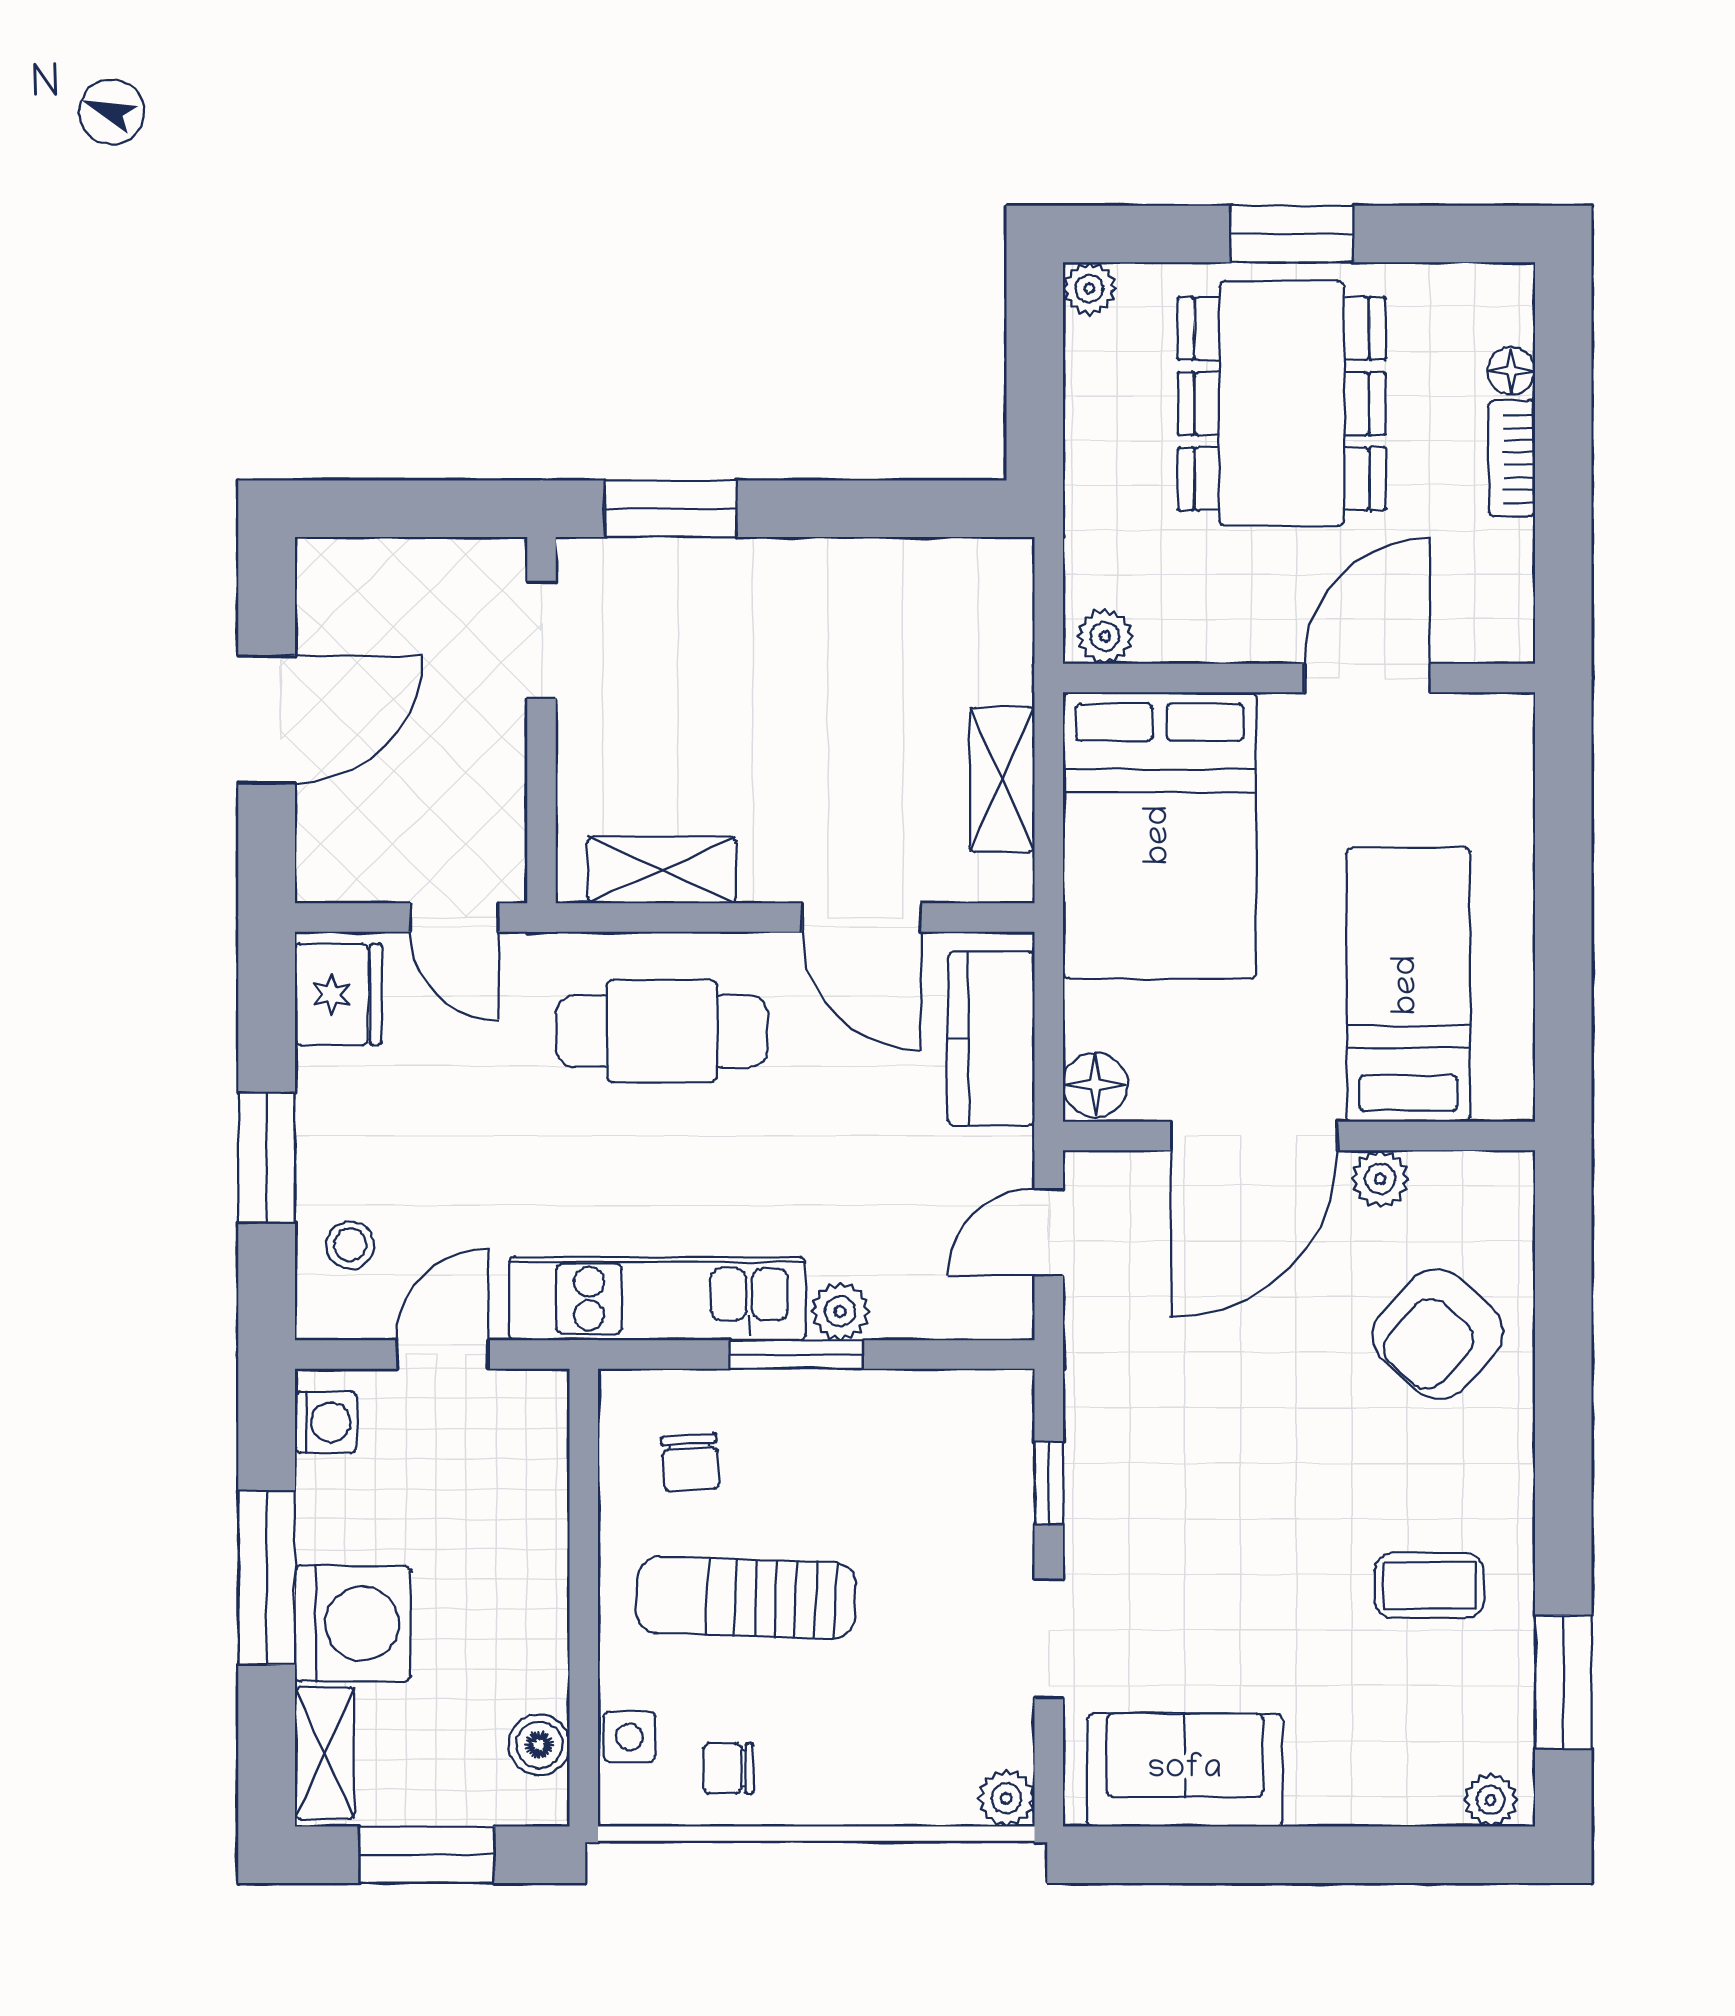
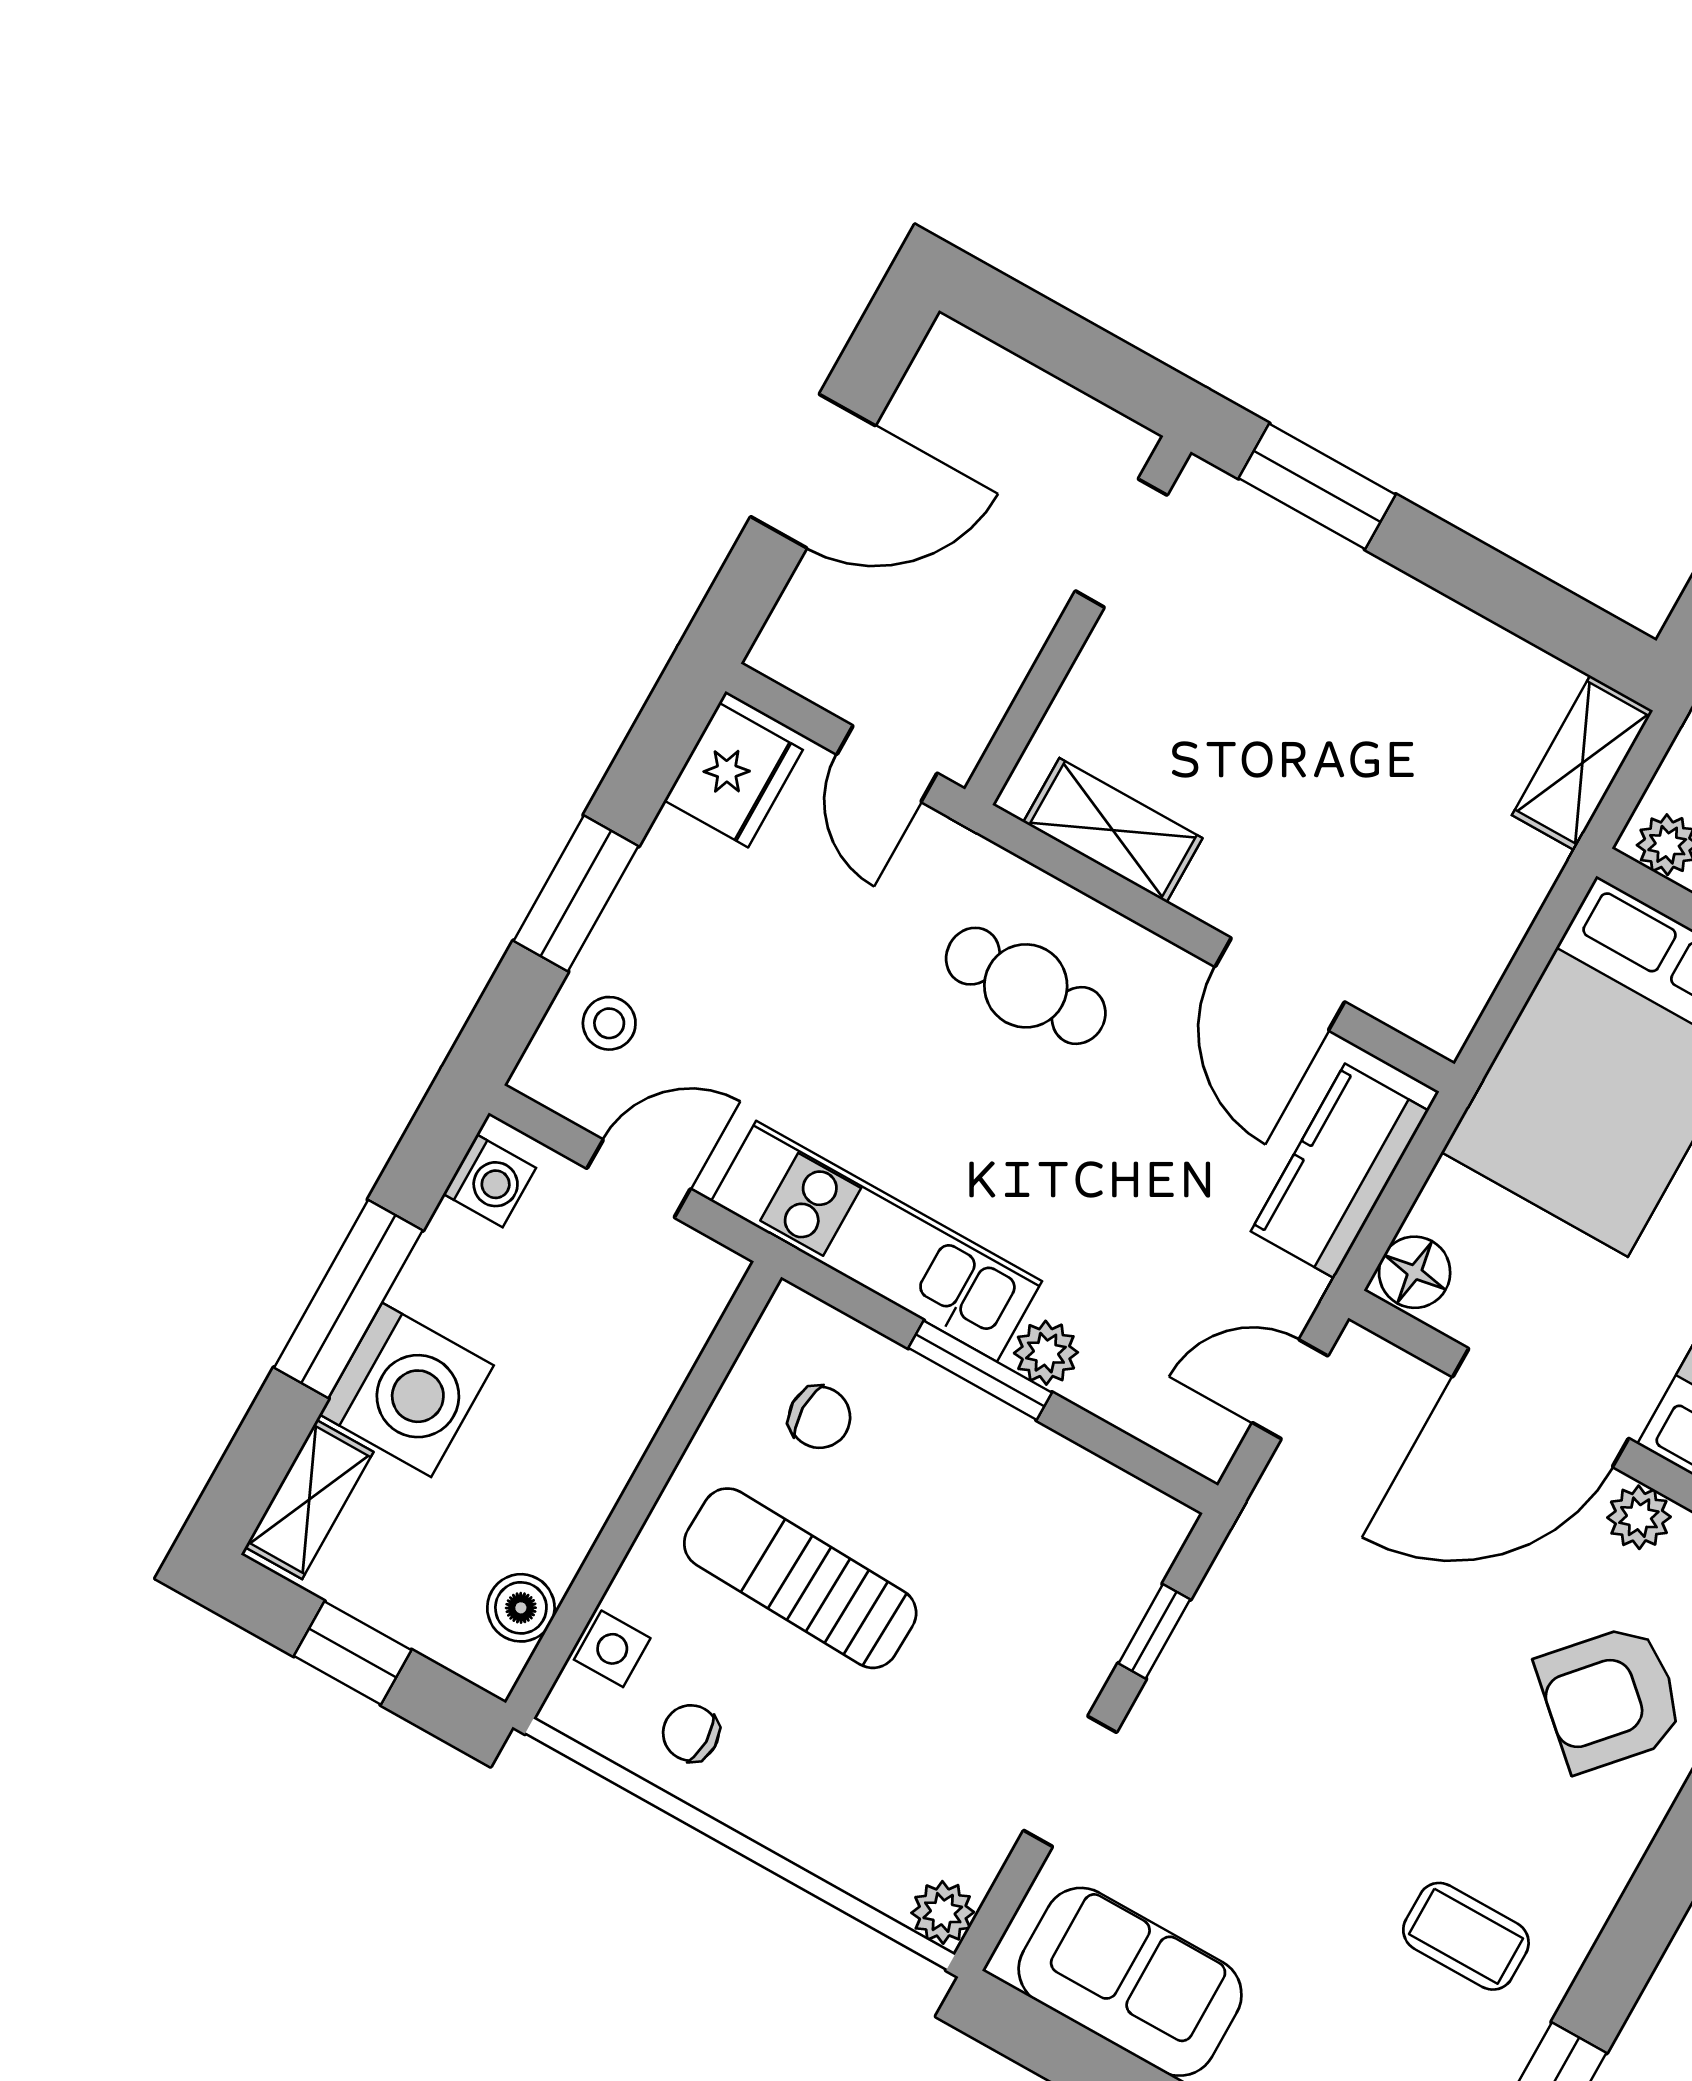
shelving: (1002, 779) -> (1582, 763), moved
cafe table: (662, 1031) -> (1026, 986), width x0.73, depth x0.74
chair: (690, 1463) -> (820, 1417), turned -86
window: (427, 1855) -> (353, 1653), width x0.67

